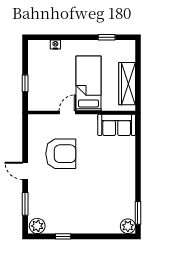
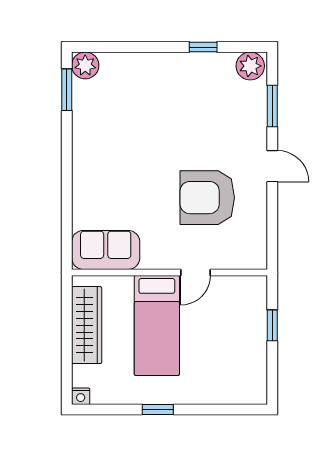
window: (107, 37) -> (158, 410), moved
nightstand: (55, 45) -> (81, 396), moved

